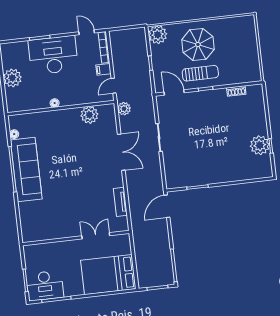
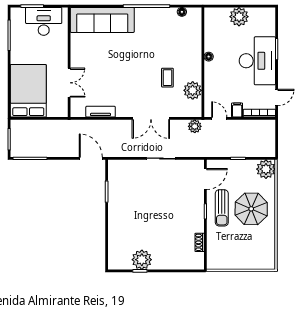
coffee table: (80, 141) -> (167, 78), added
sofa: (26, 170) -> (102, 20), moved
desk: (45, 286) -> (44, 21), moved, turned 90

